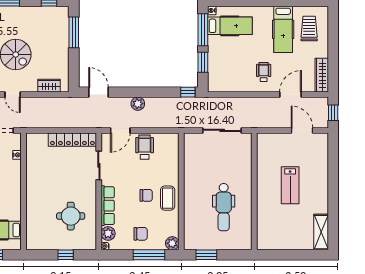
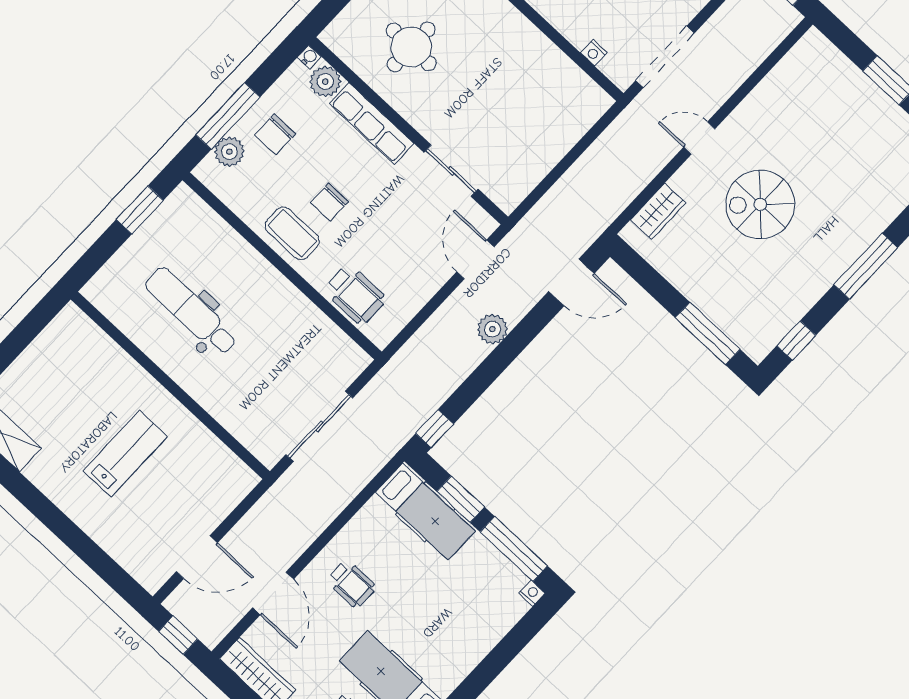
hospital bed: (230, 26) -> (425, 512), moved, turned -90
locker: (72, 140) -> (534, 167), removed
wheelchair: (145, 147) -> (355, 295), moved
lab bench: (290, 185) -> (125, 454), turned 90
plant: (172, 243) -> (229, 152), moved

